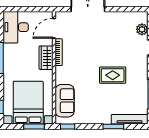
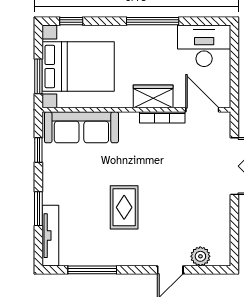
sofa: (65, 101) -> (81, 127), width x1.36
window: (68, 126) -> (38, 150), moved

